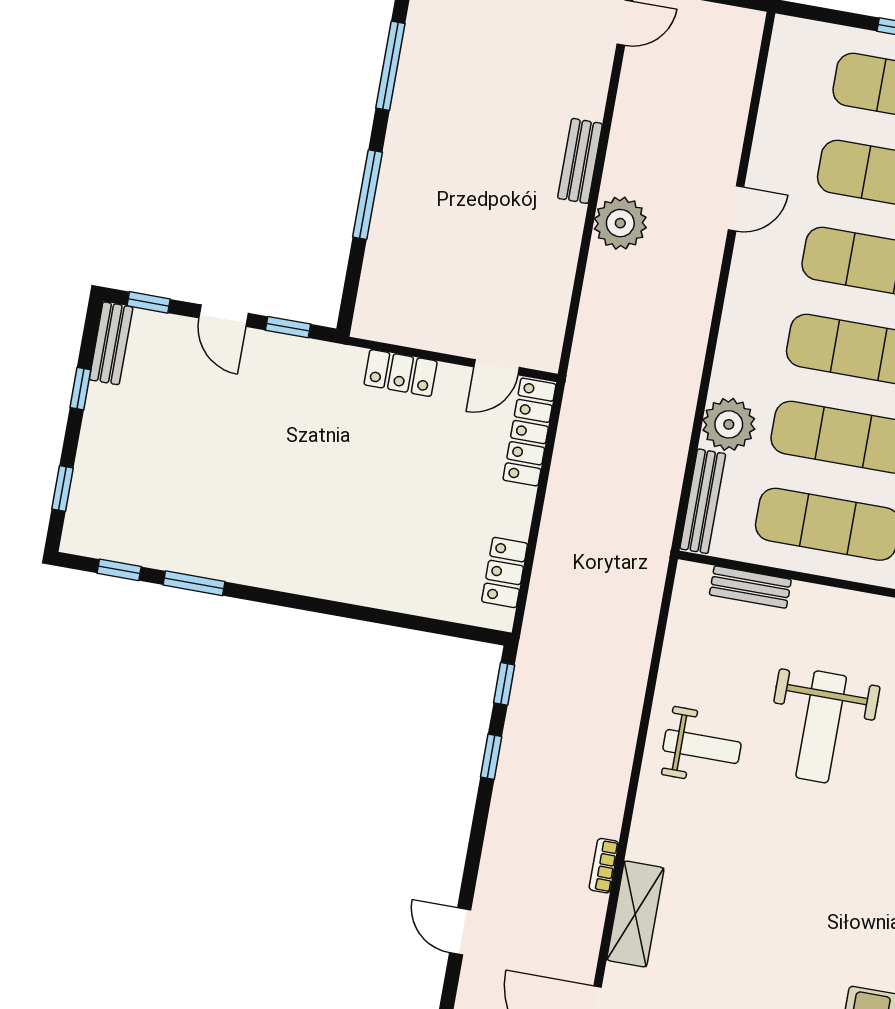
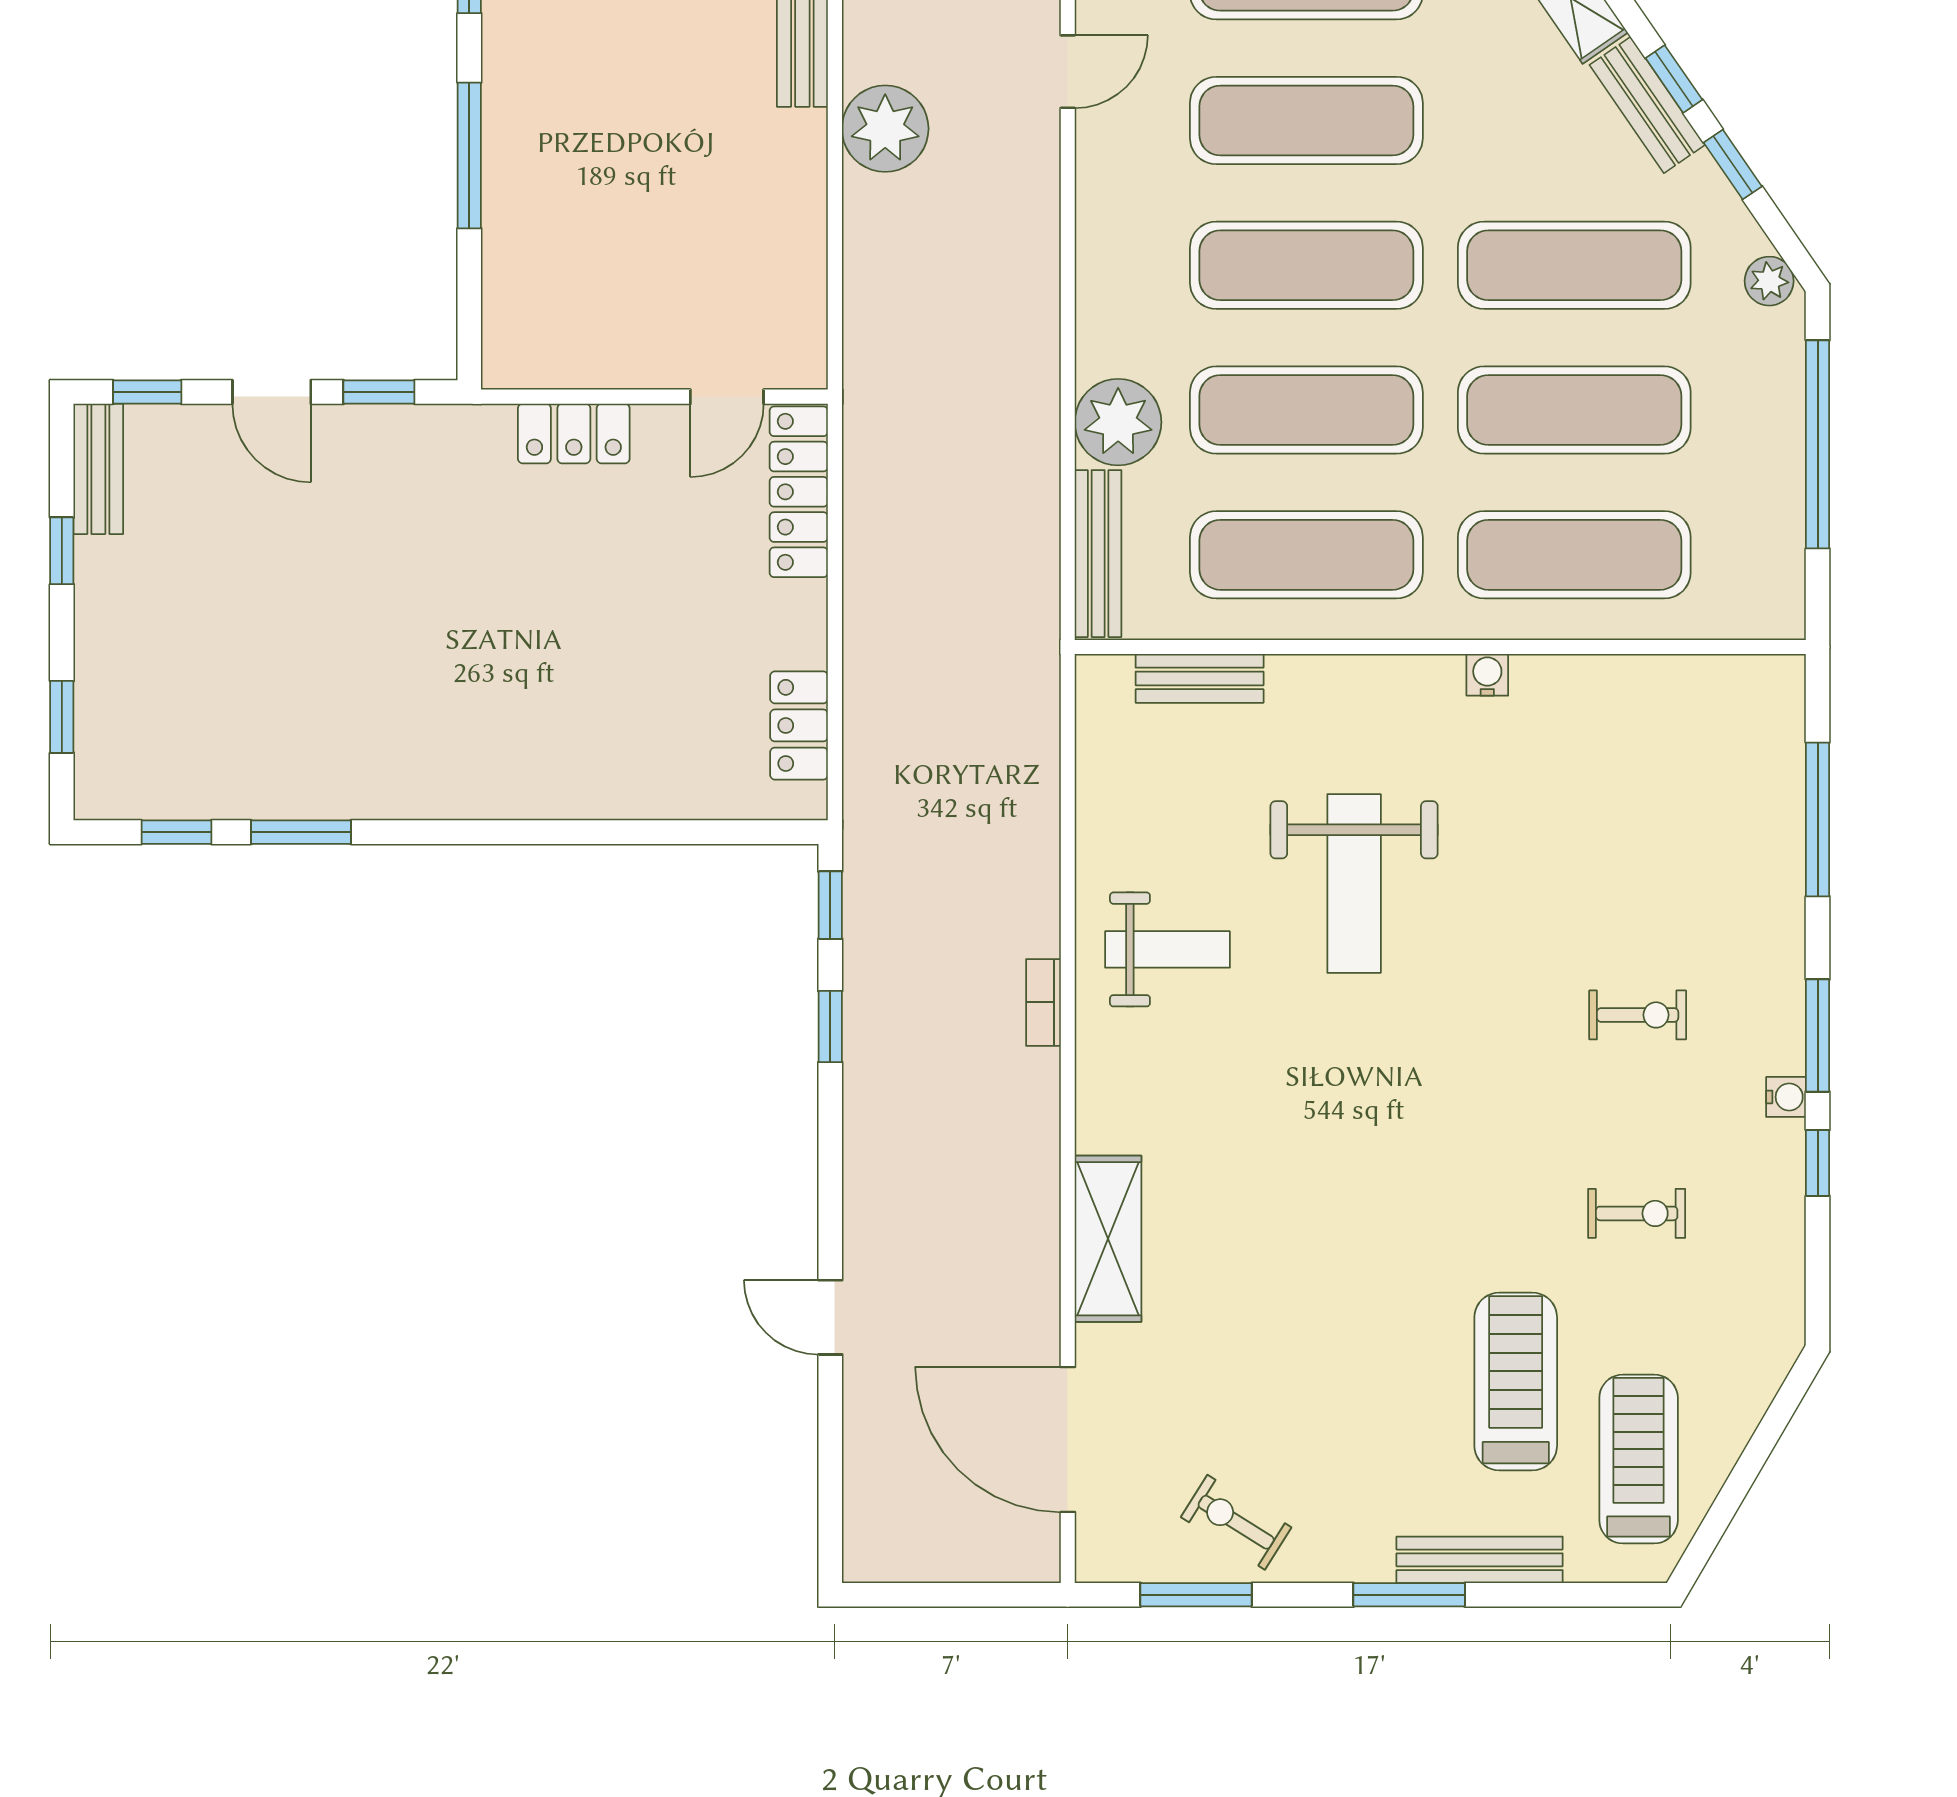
bookcase: (604, 866) -> (1043, 1002), moved

